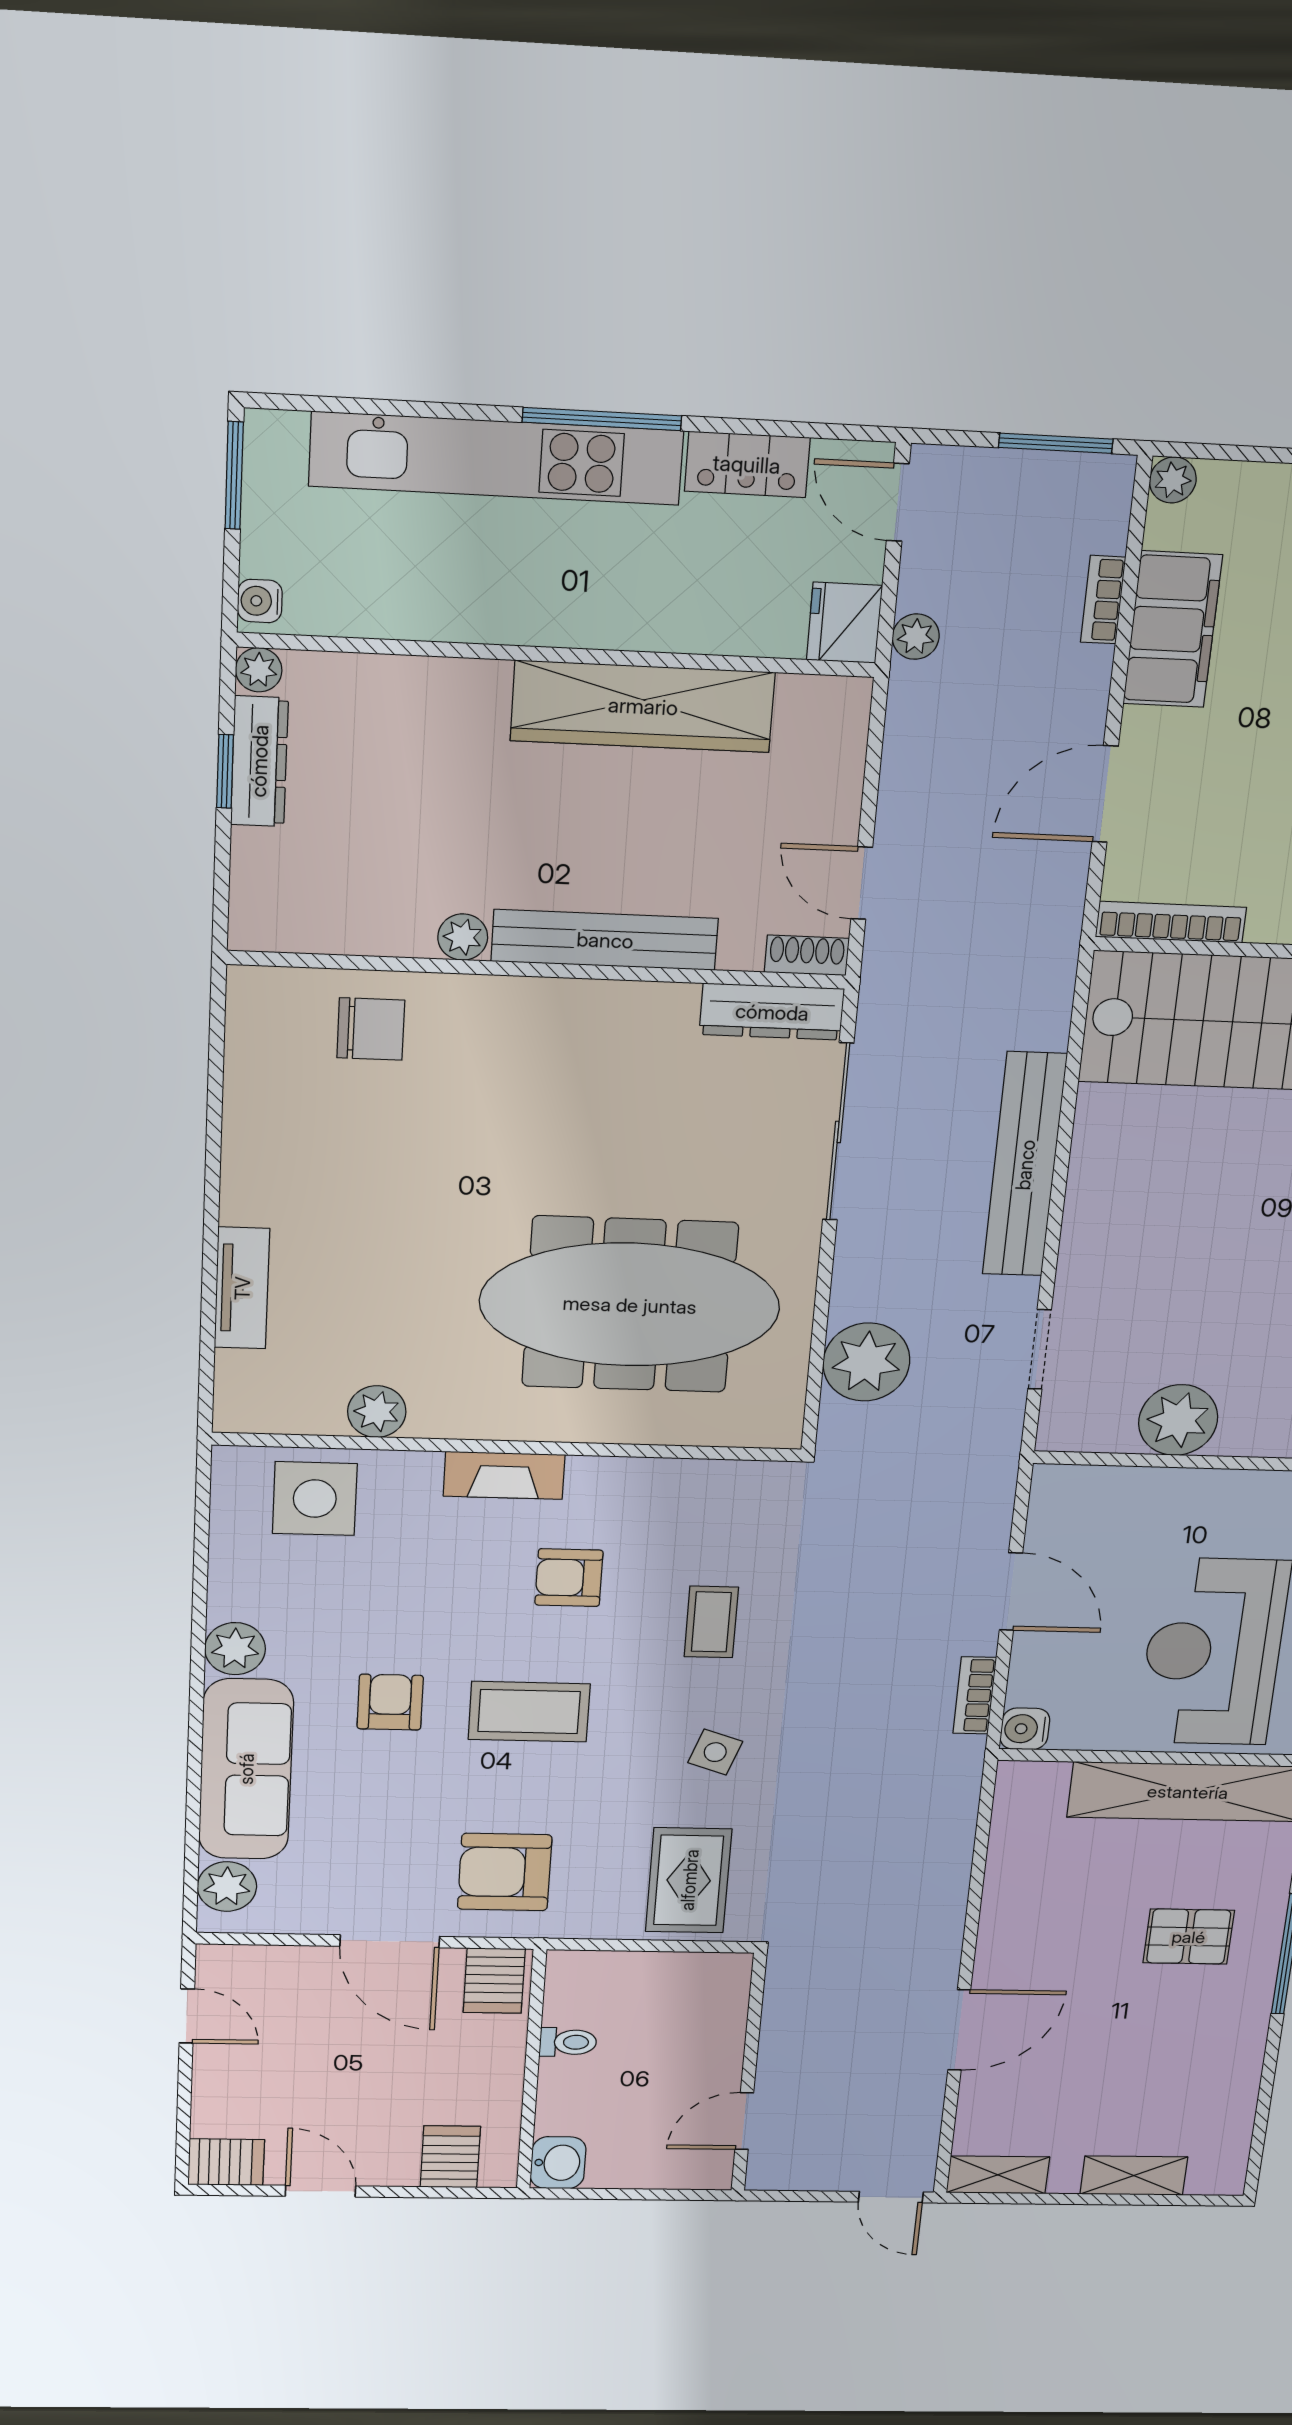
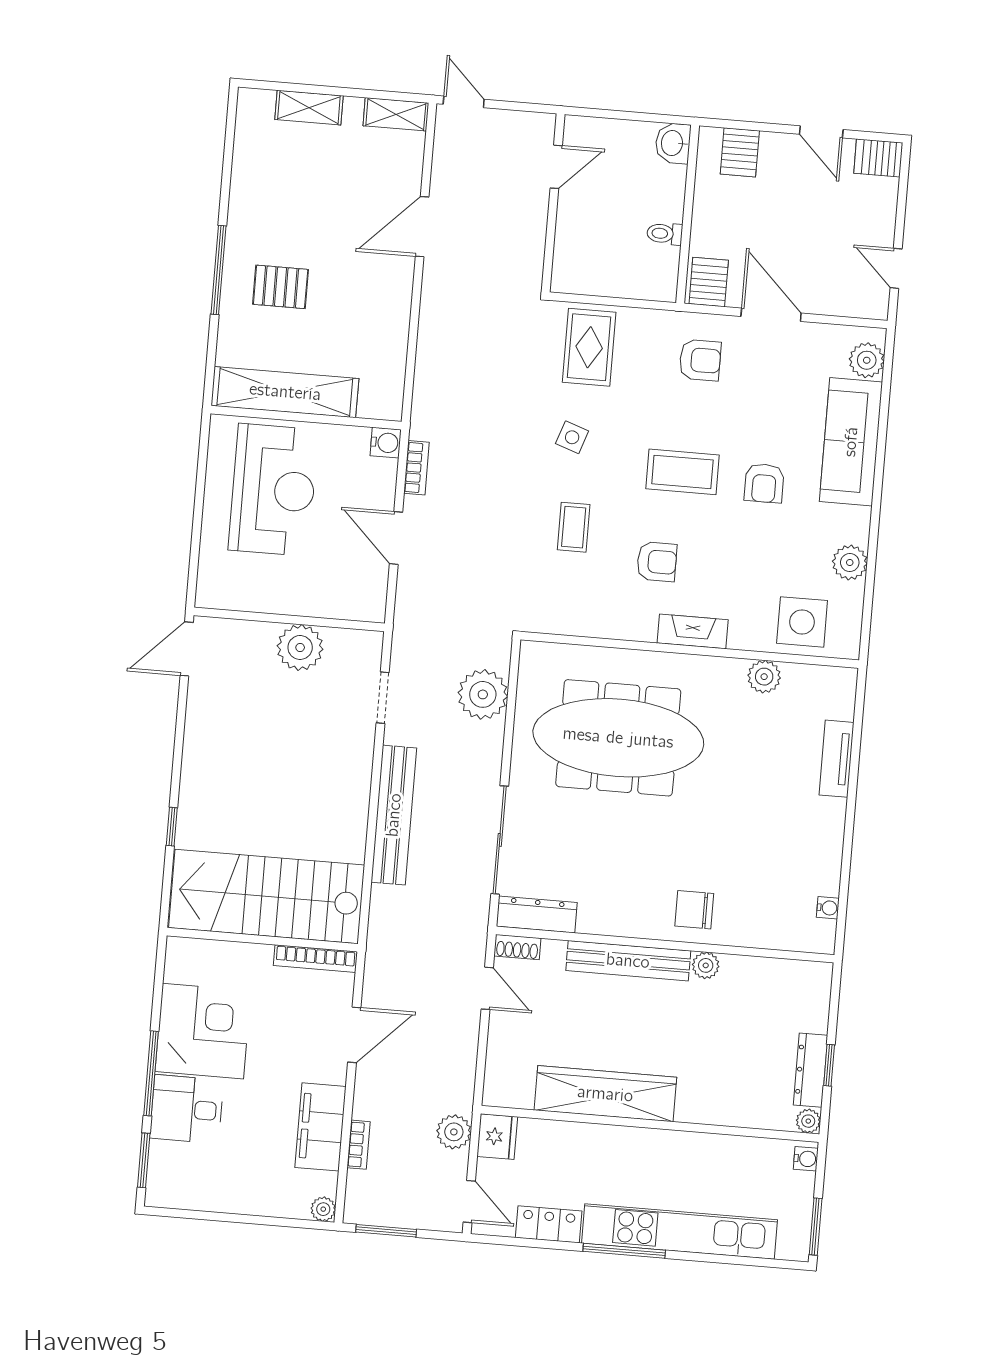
plant: (916, 637) -> (454, 1132), width x1.38, depth x1.38
chair: (371, 1029) -> (694, 910), moved
water cooler: (243, 1043) -> (828, 908), added
plant: (235, 1649) -> (850, 563), moved
armchair: (505, 1872) -> (700, 360), width x0.72, depth x0.72

